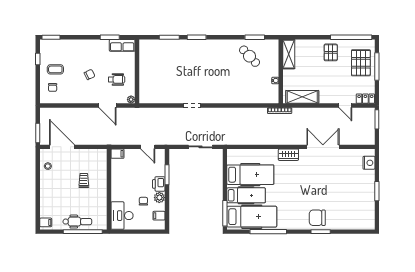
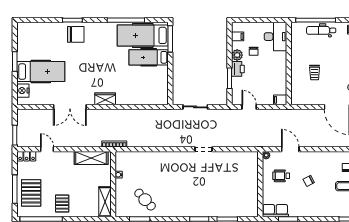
hospital bed: (250, 175) -> (41, 72), moved, turned 180

